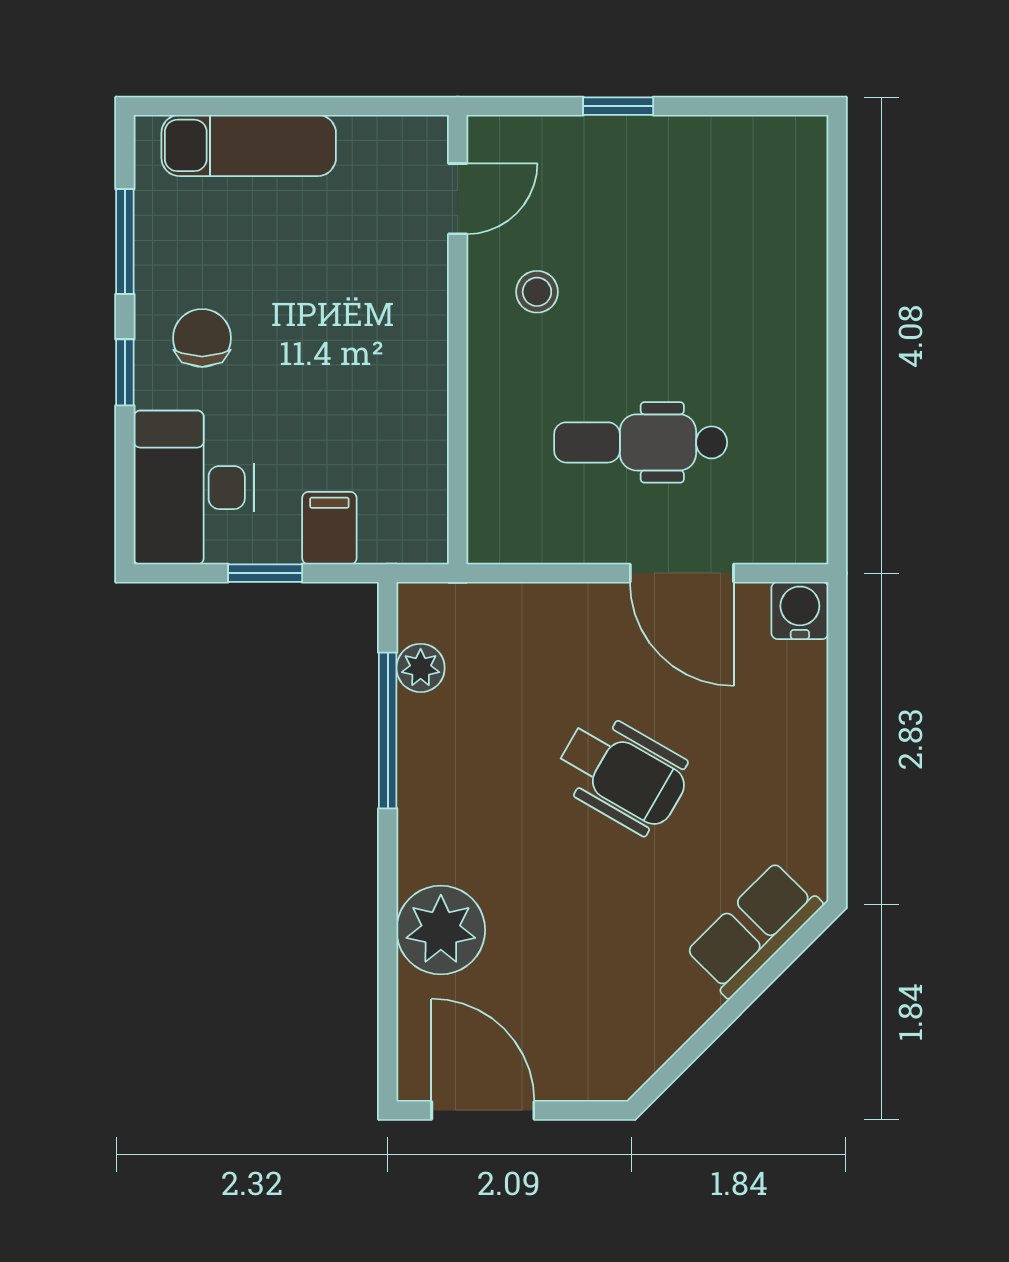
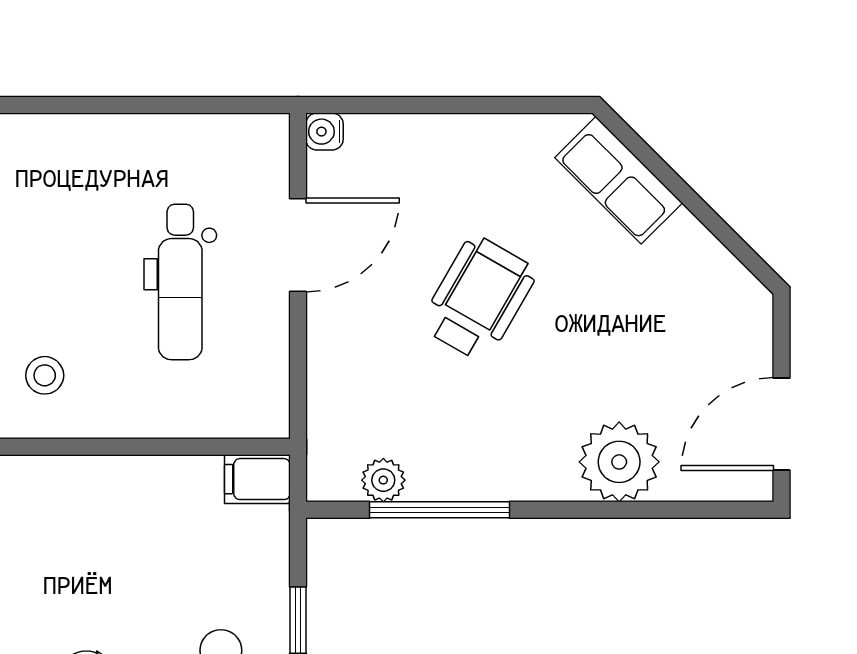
filing cabinet: (329, 528) -> (257, 479), moved
water cooler: (800, 611) -> (324, 132), width x0.72, depth x0.72

